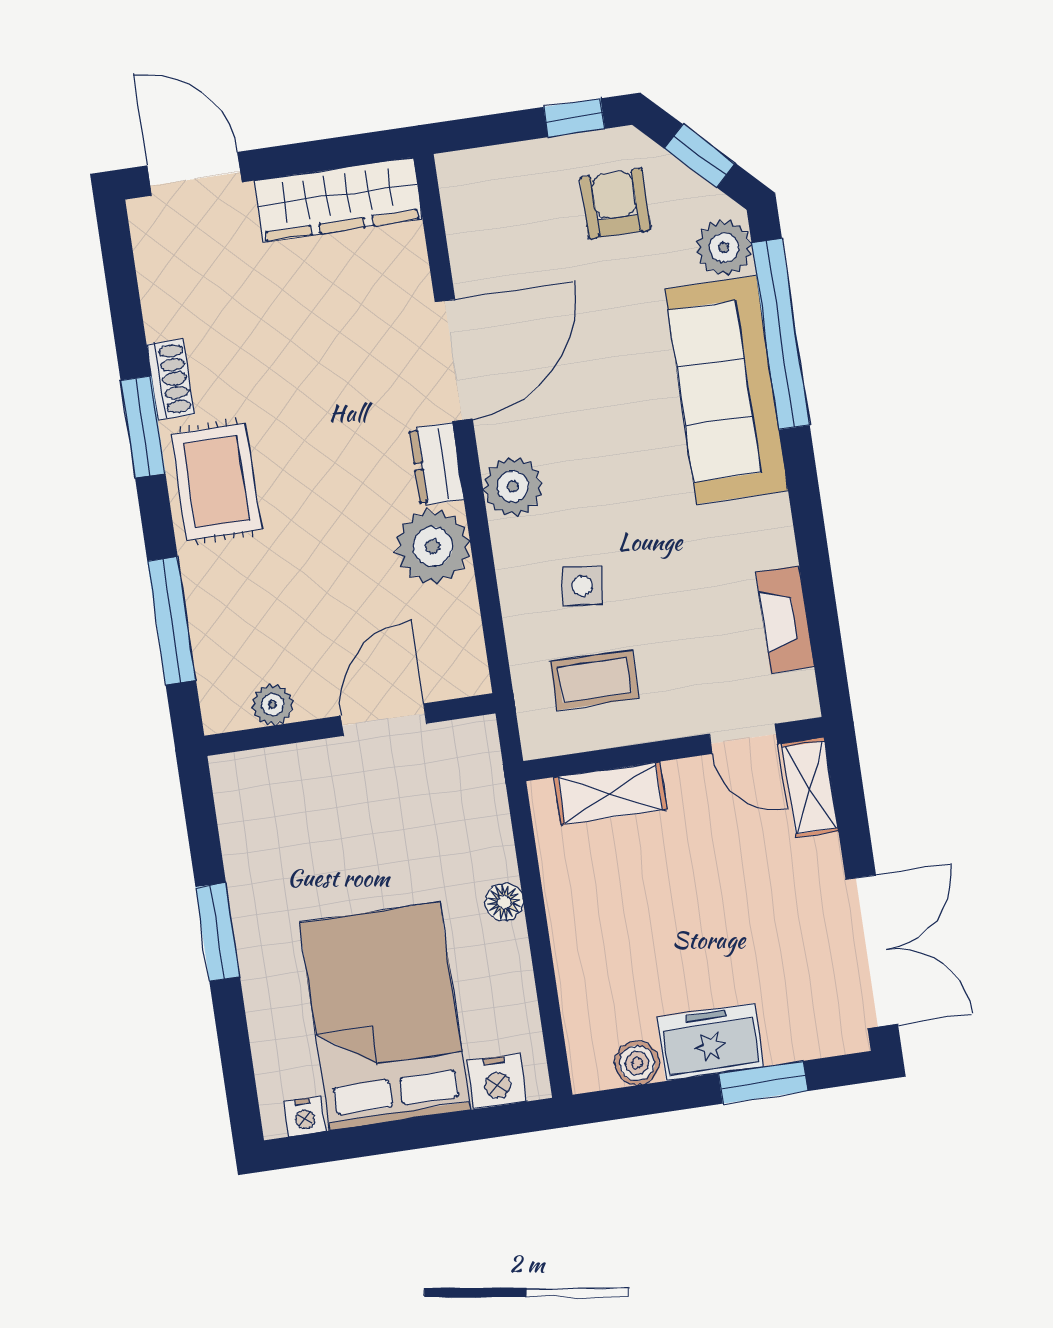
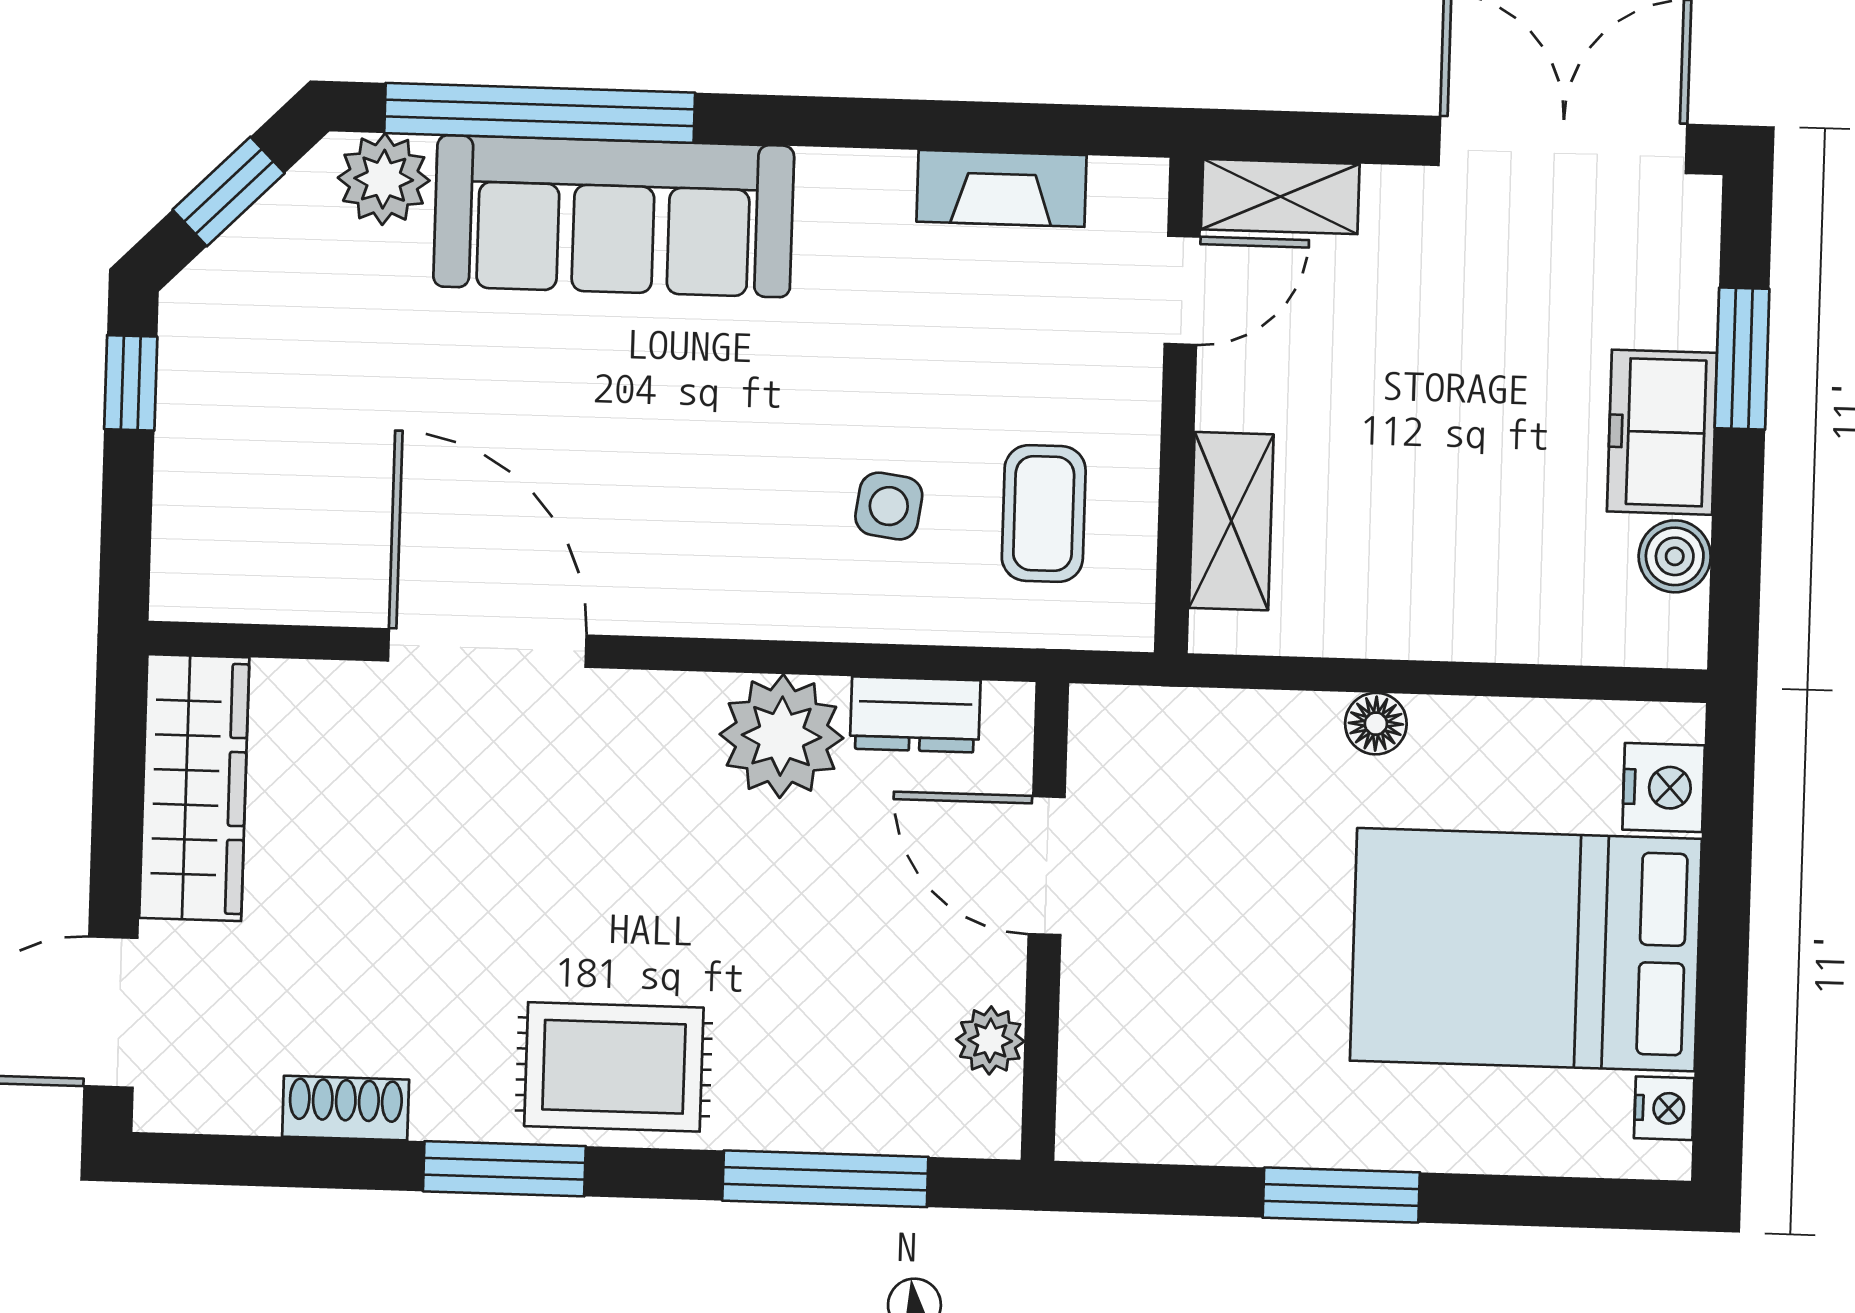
armchair: (615, 203) -> (281, 342), removed
shoe rack: (170, 379) -> (346, 1108), moved
dresser: (436, 464) -> (915, 714), moved
plant: (513, 487) -> (708, 589), removed

